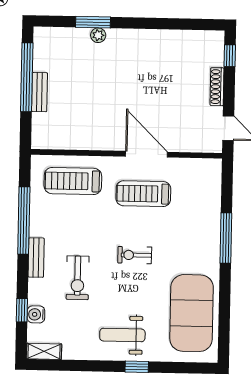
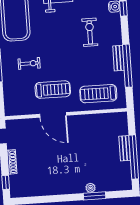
treadmill: (73, 181) -> (98, 94), turned 180
exercise bike: (135, 255) -> (29, 63), moved
bench: (36, 258) -> (118, 58), moved

